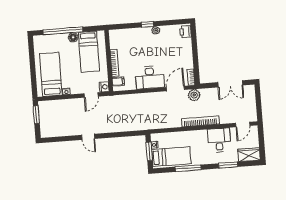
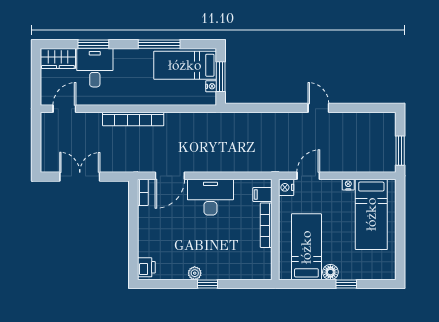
window: (63, 31) -> (346, 284), width x0.32
plant: (194, 95) -> (140, 163), removed
desk: (219, 140) -> (95, 68), moved, turned 180

